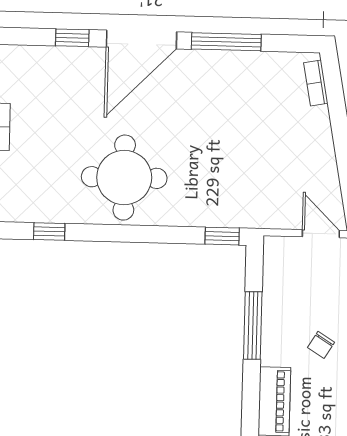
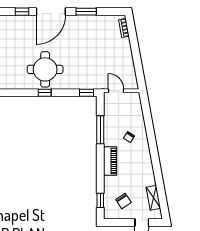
window: (226, 42) -> (86, 12), width x0.69
window: (49, 232) -> (45, 93), moved
door: (321, 234) -> (116, 91), moved

